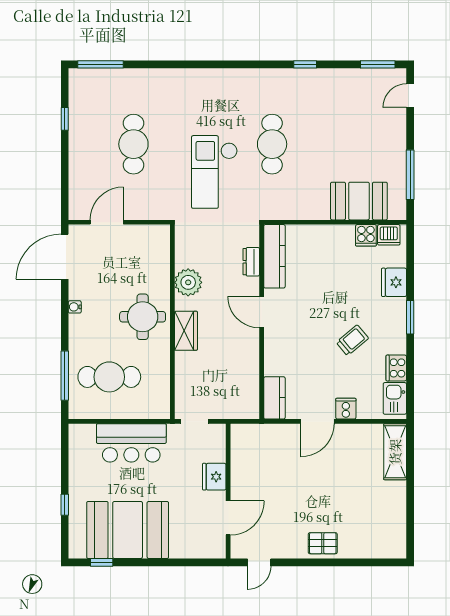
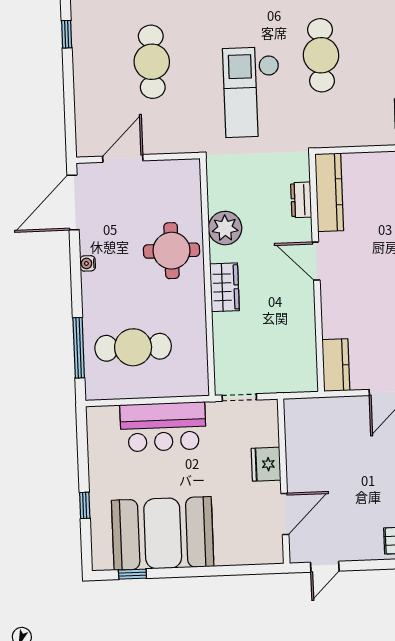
round table: (143, 317) -> (171, 251), moved

